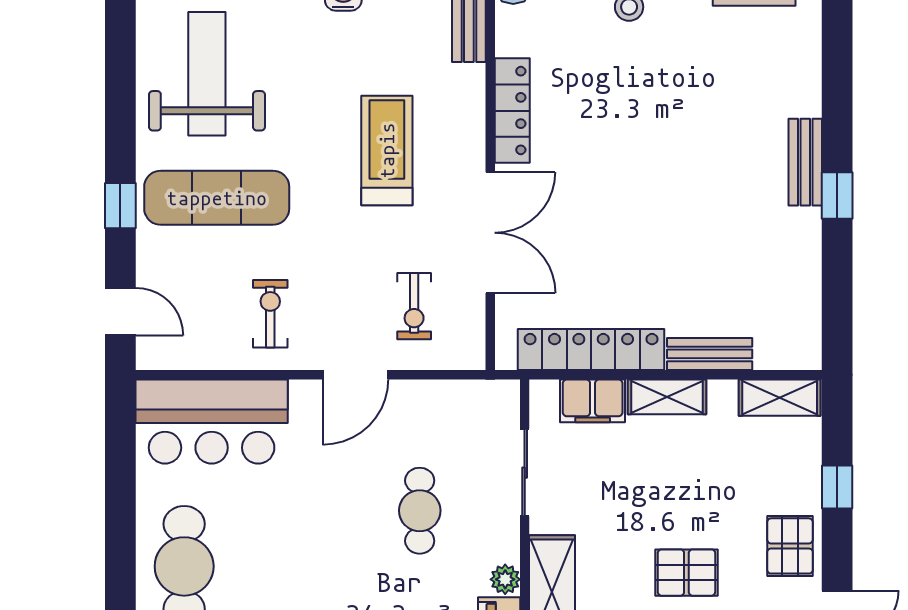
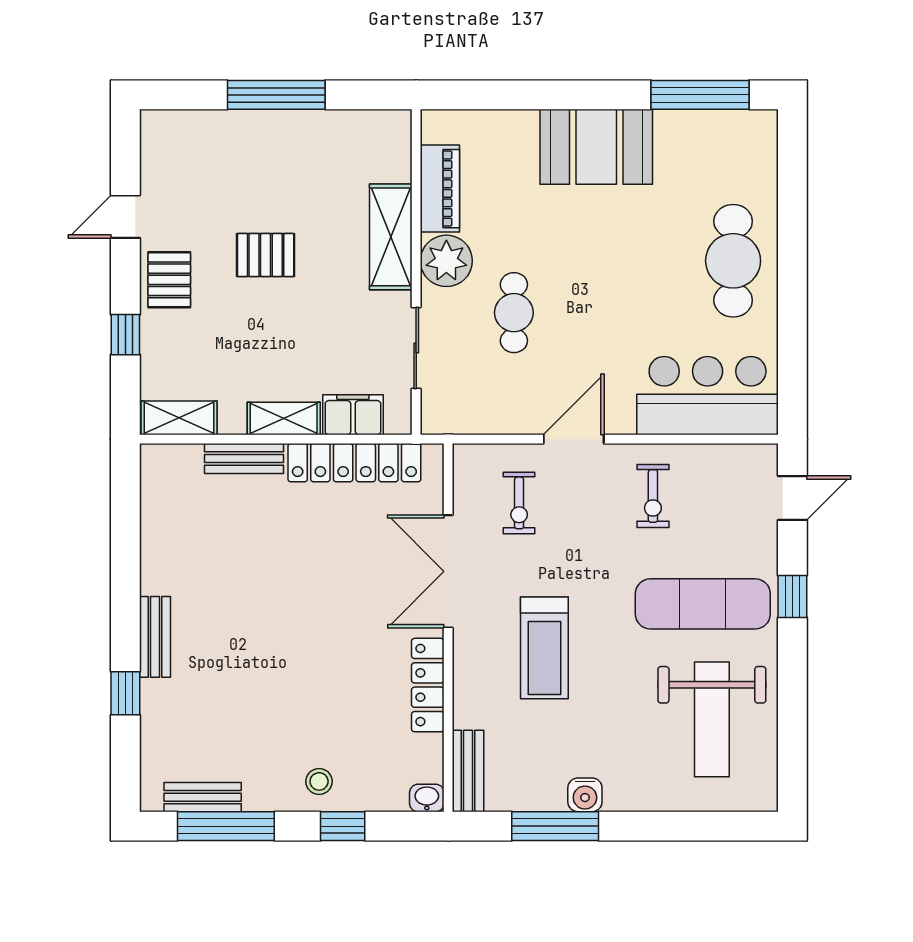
window: (837, 195) -> (125, 693), moved
exercise bike: (414, 306) -> (519, 503), turned 180
door: (120, 312) -> (792, 498), swing flipped
plant: (505, 579) -> (446, 261), width x1.87, depth x1.87

